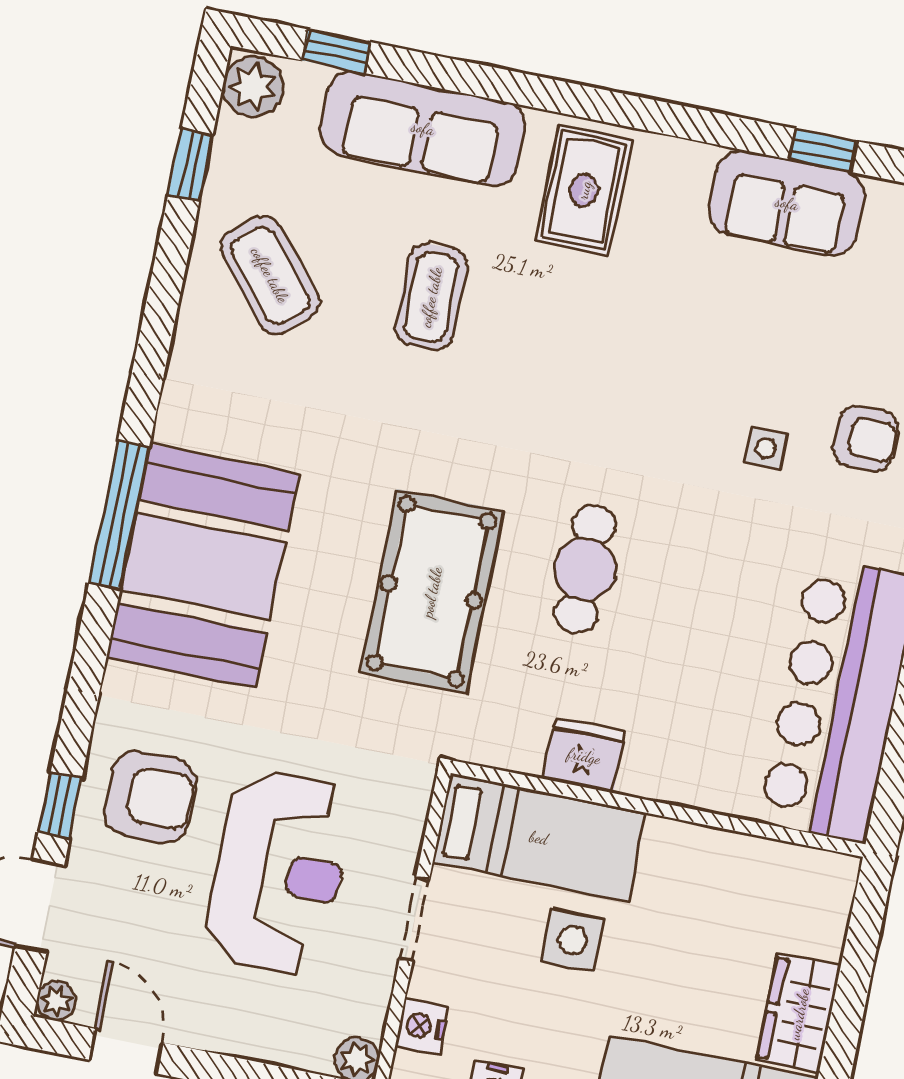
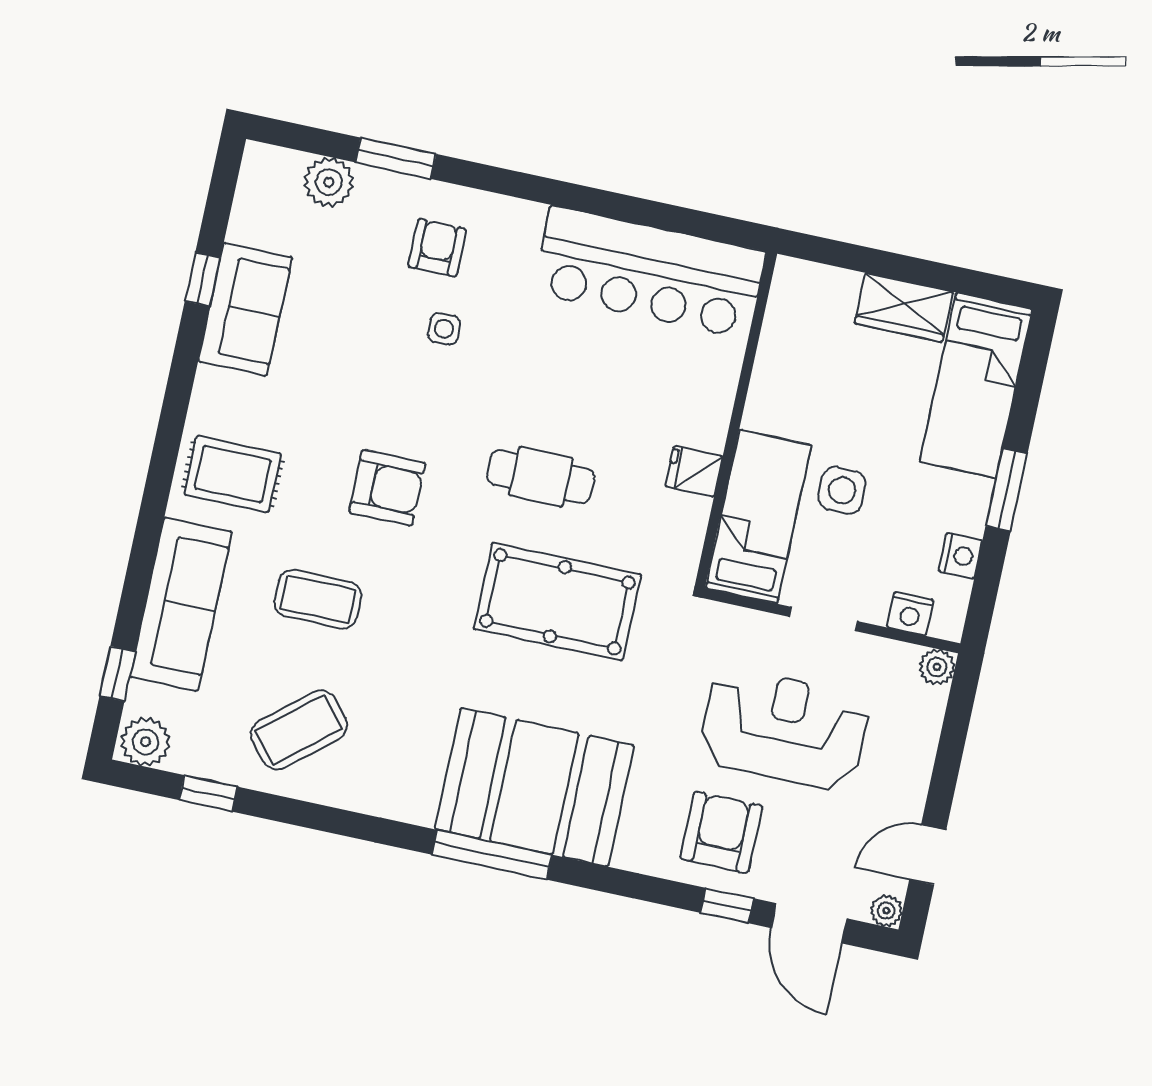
armchair: (569, 380) -> (387, 488), added
fridge: (584, 756) -> (694, 471), width x0.72

